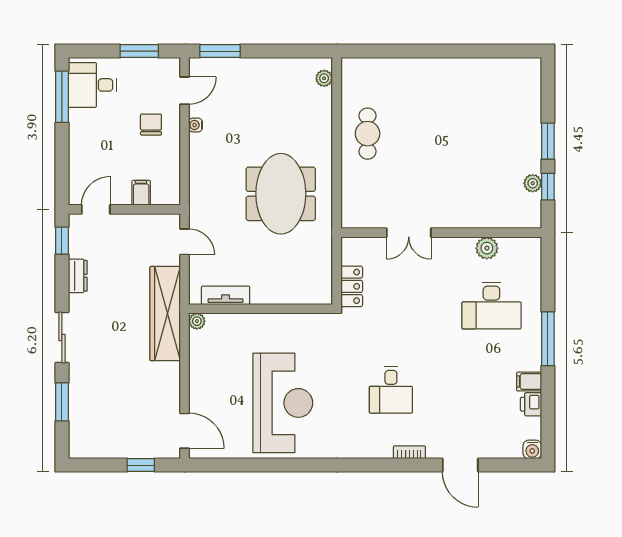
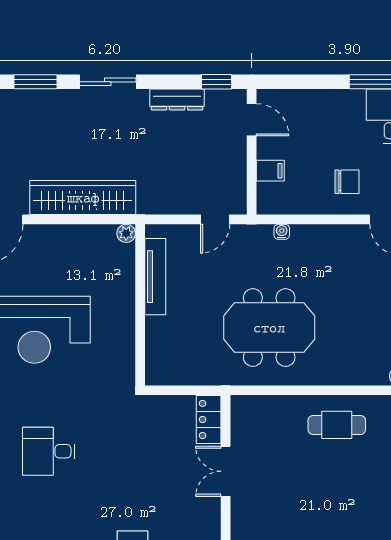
water cooler: (196, 125) -> (282, 232), moved
dresser: (78, 276) -> (177, 99), width x1.44
locker: (352, 286) -> (209, 419), moved, turned 90
tv unit: (226, 295) -> (155, 277), width x1.41
wardrobe: (165, 314) -> (83, 198), moved

